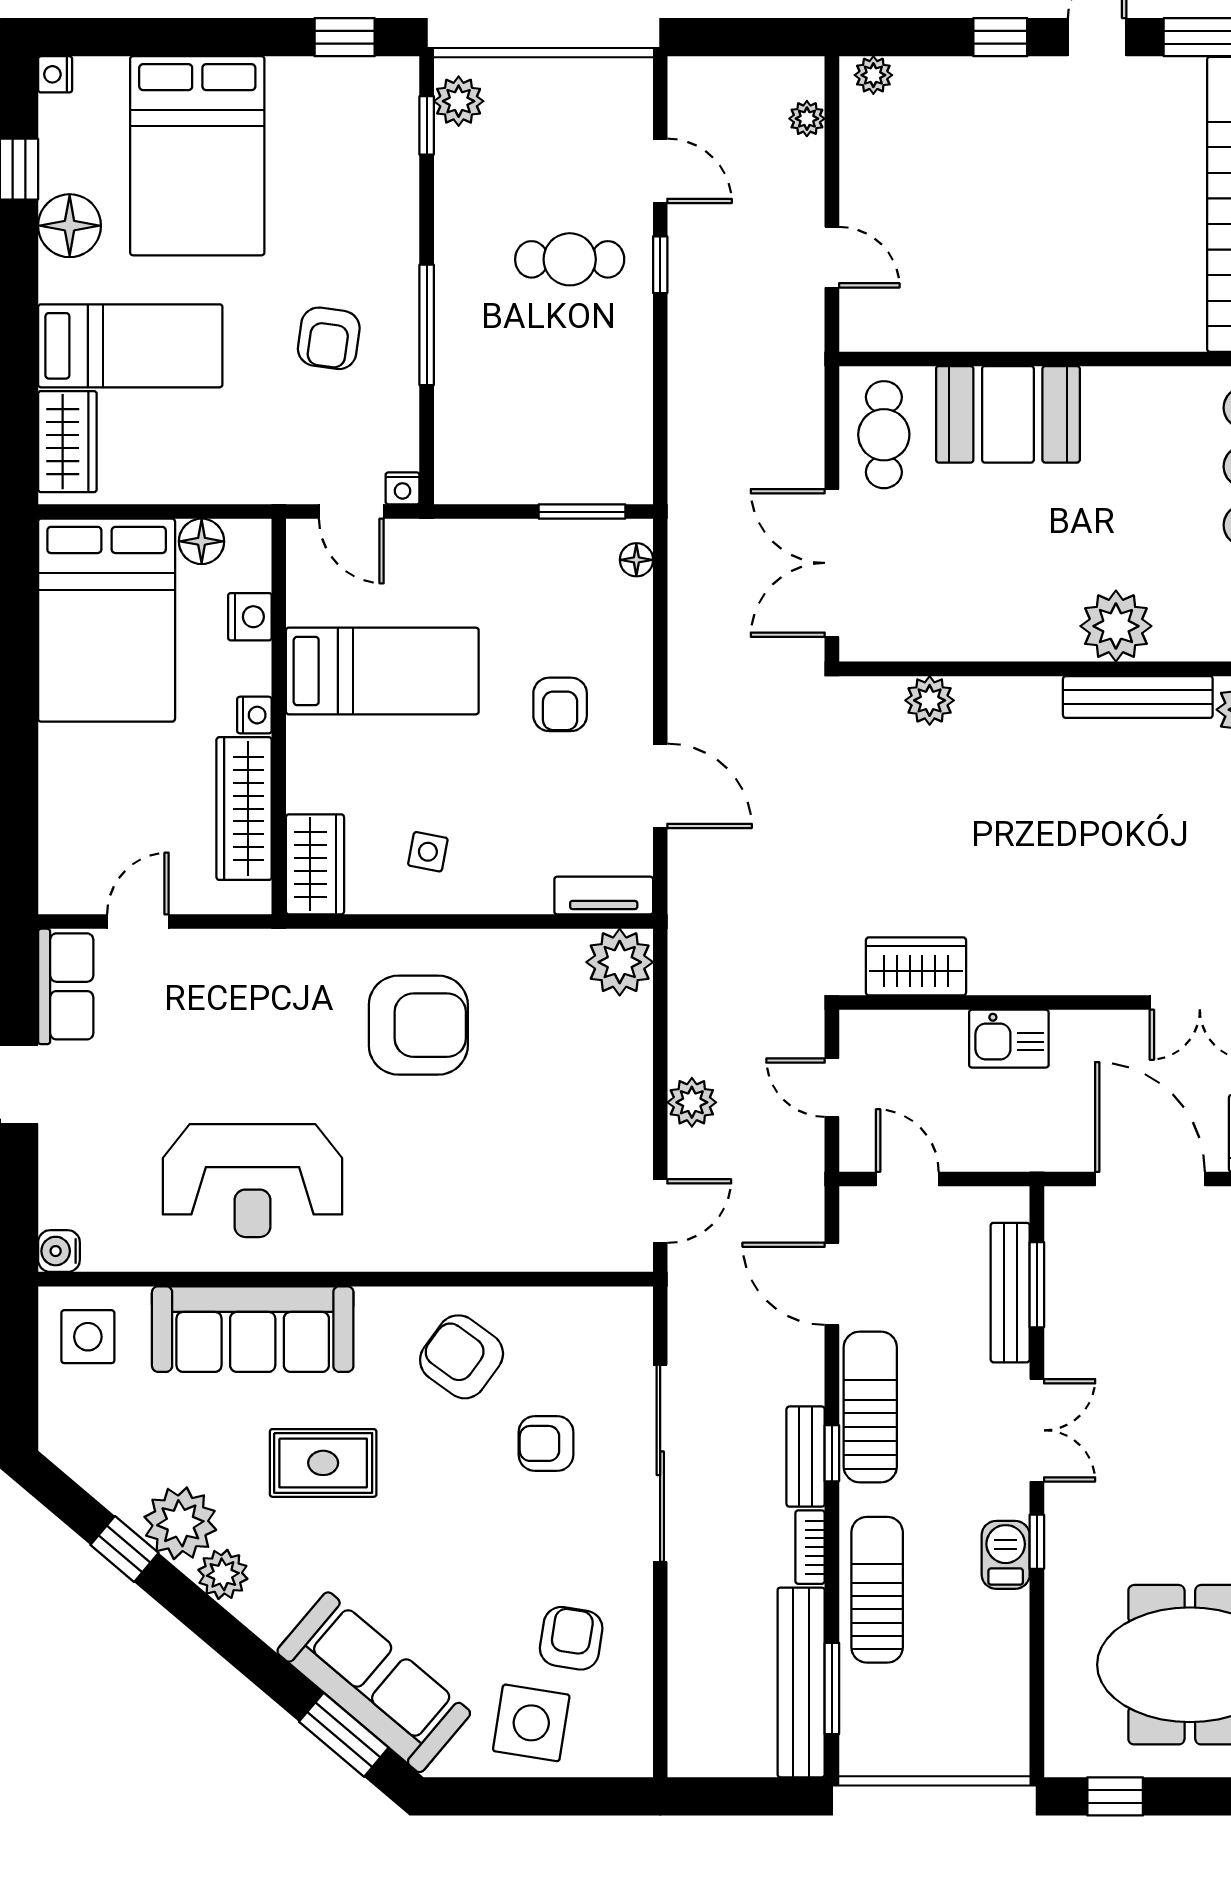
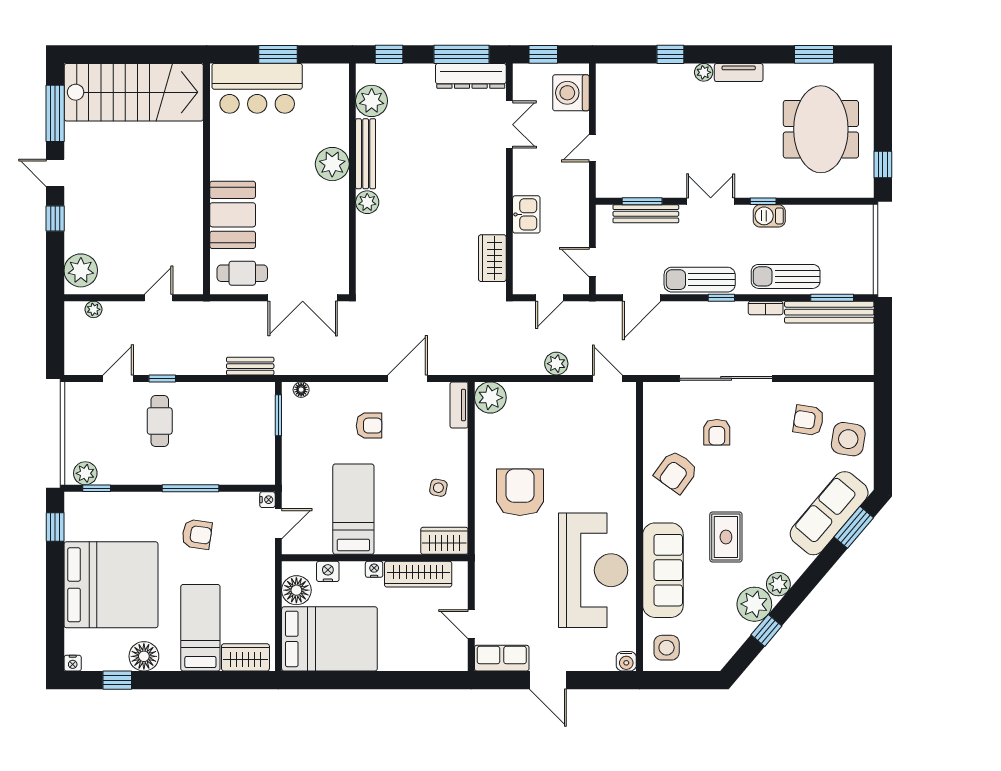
plant: (873, 75) -> (81, 270), width x1.87, depth x1.87
bed: (197, 156) -> (111, 585), width x1.36
floor lamp: (202, 541) -> (296, 590), width x1.38, depth x1.38
plant: (930, 700) -> (367, 202), moved
door: (907, 1179) -> (592, 262), hinge flipped
door: (1150, 1179) -> (592, 148), width x0.53
reception desk: (253, 1181) -> (593, 570), width x1.36, depth x1.30
bench: (806, 1457) -> (250, 366), moved

